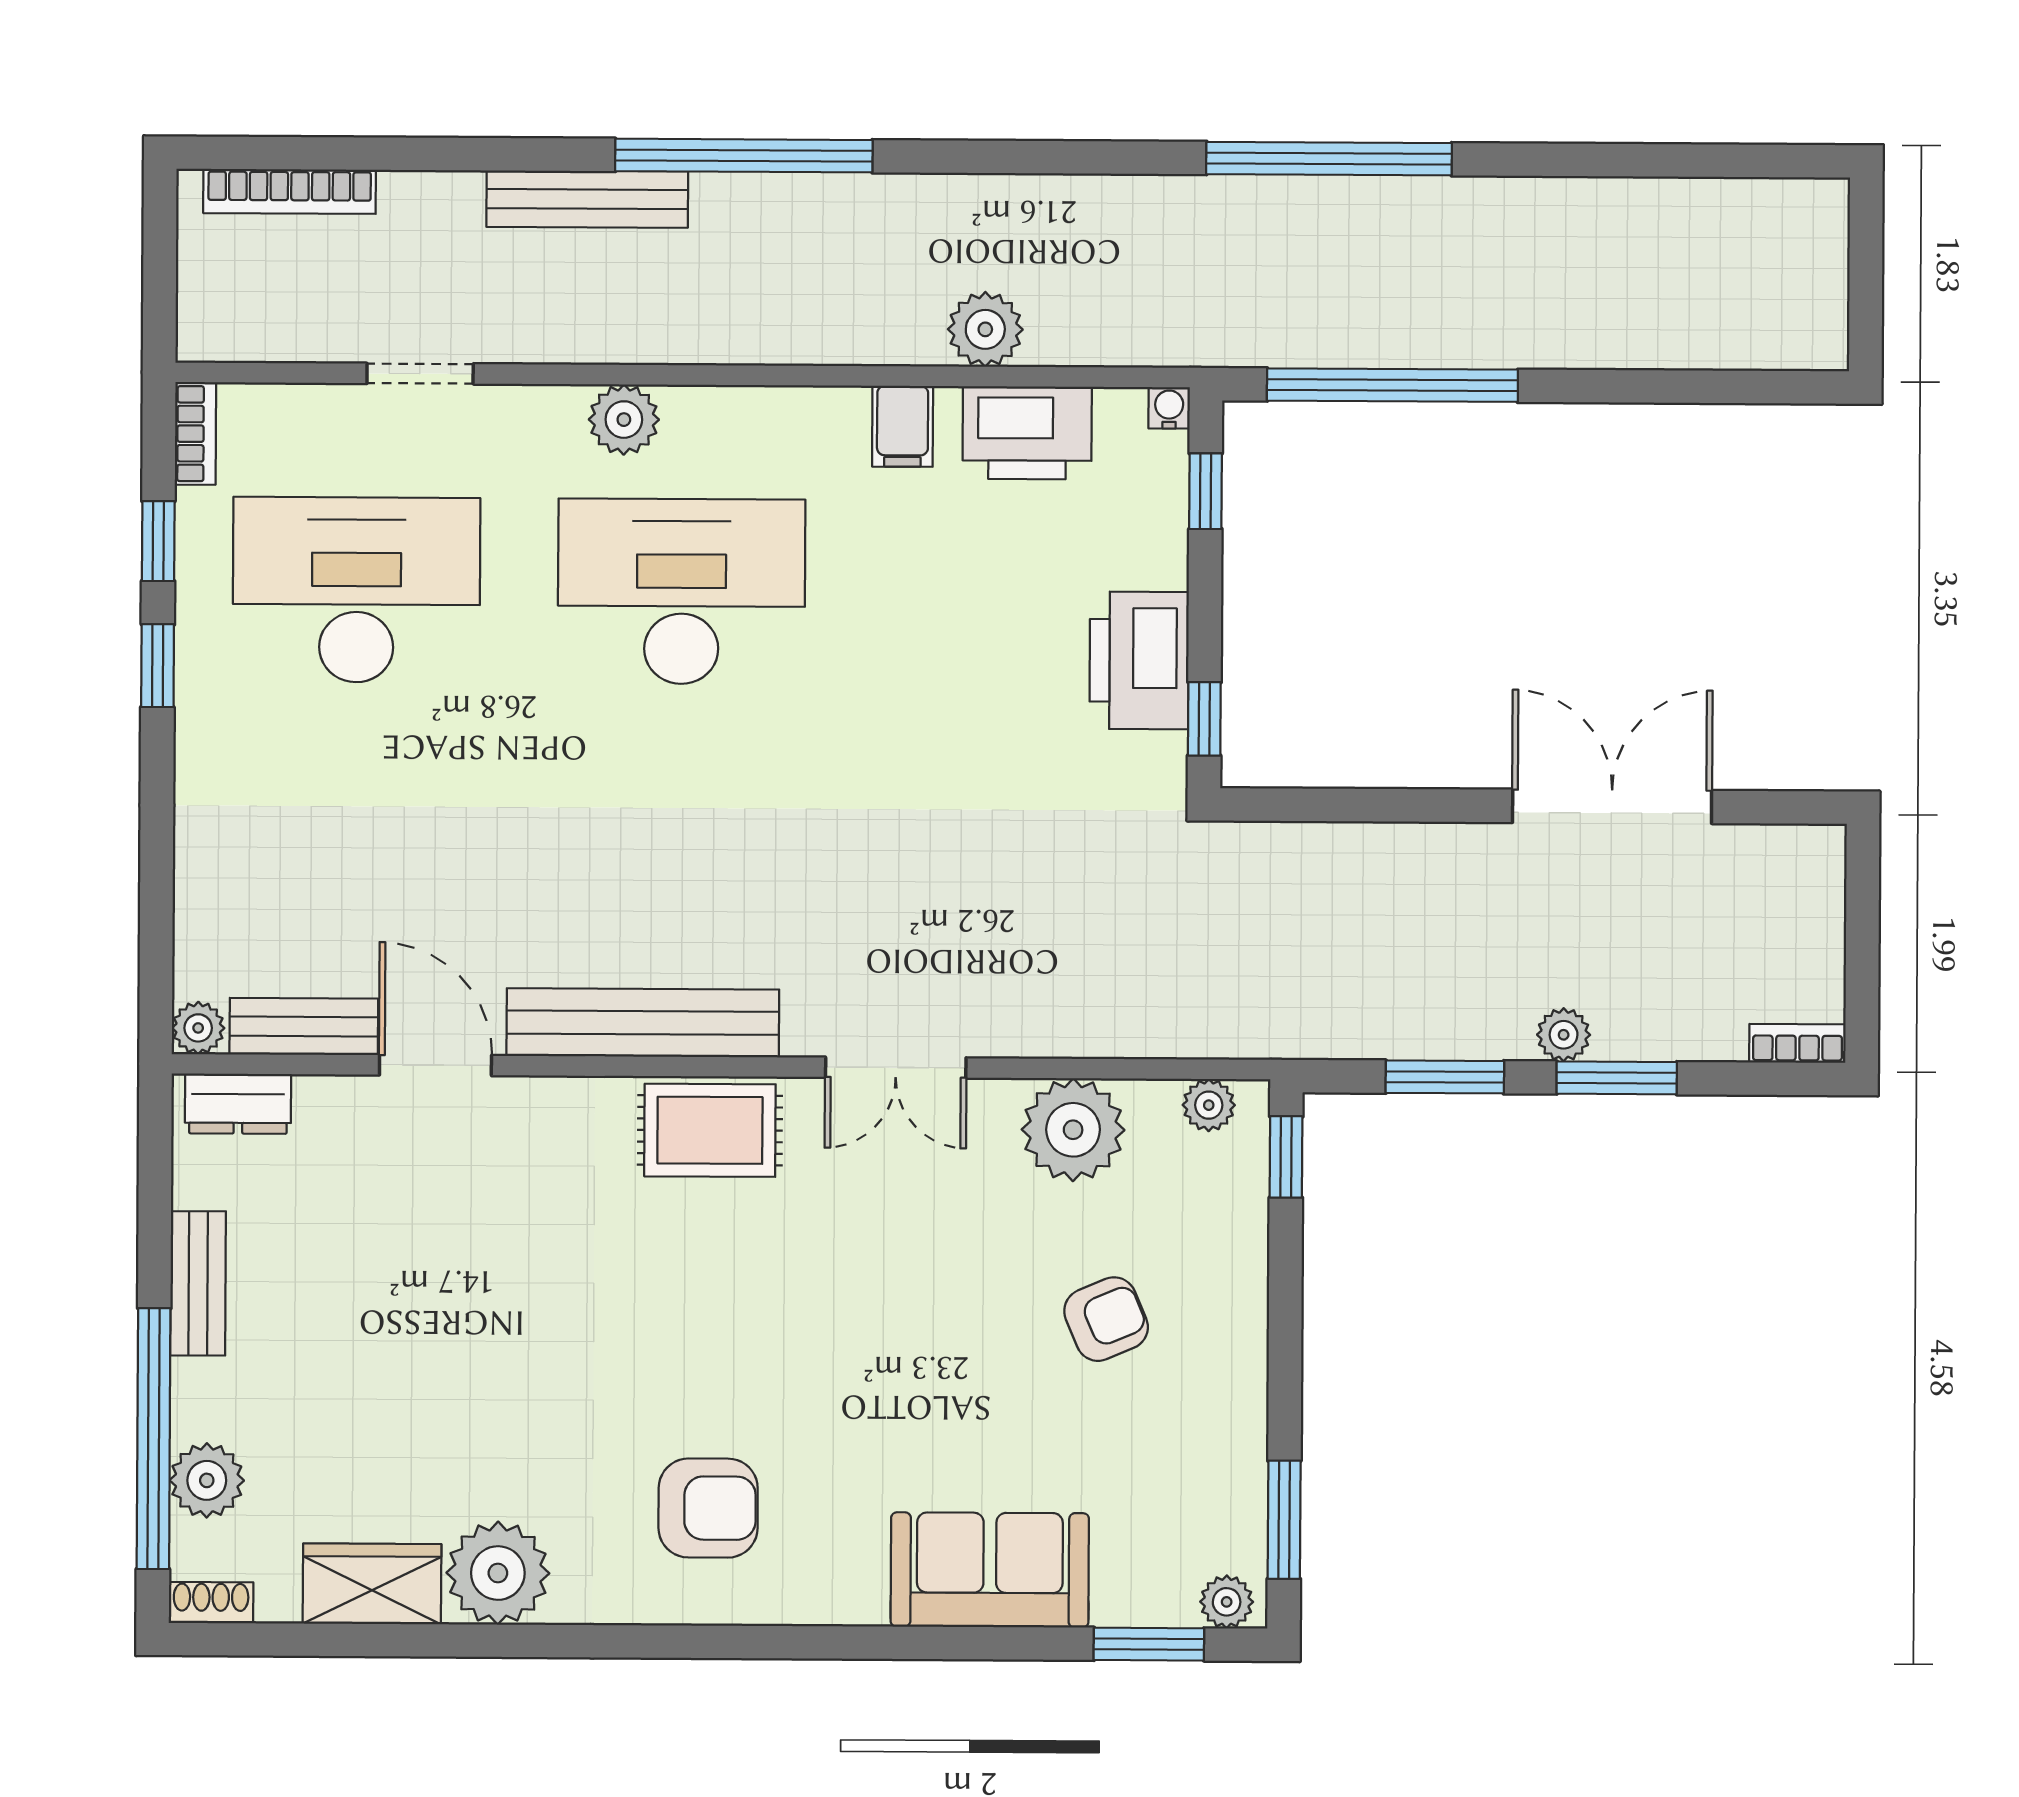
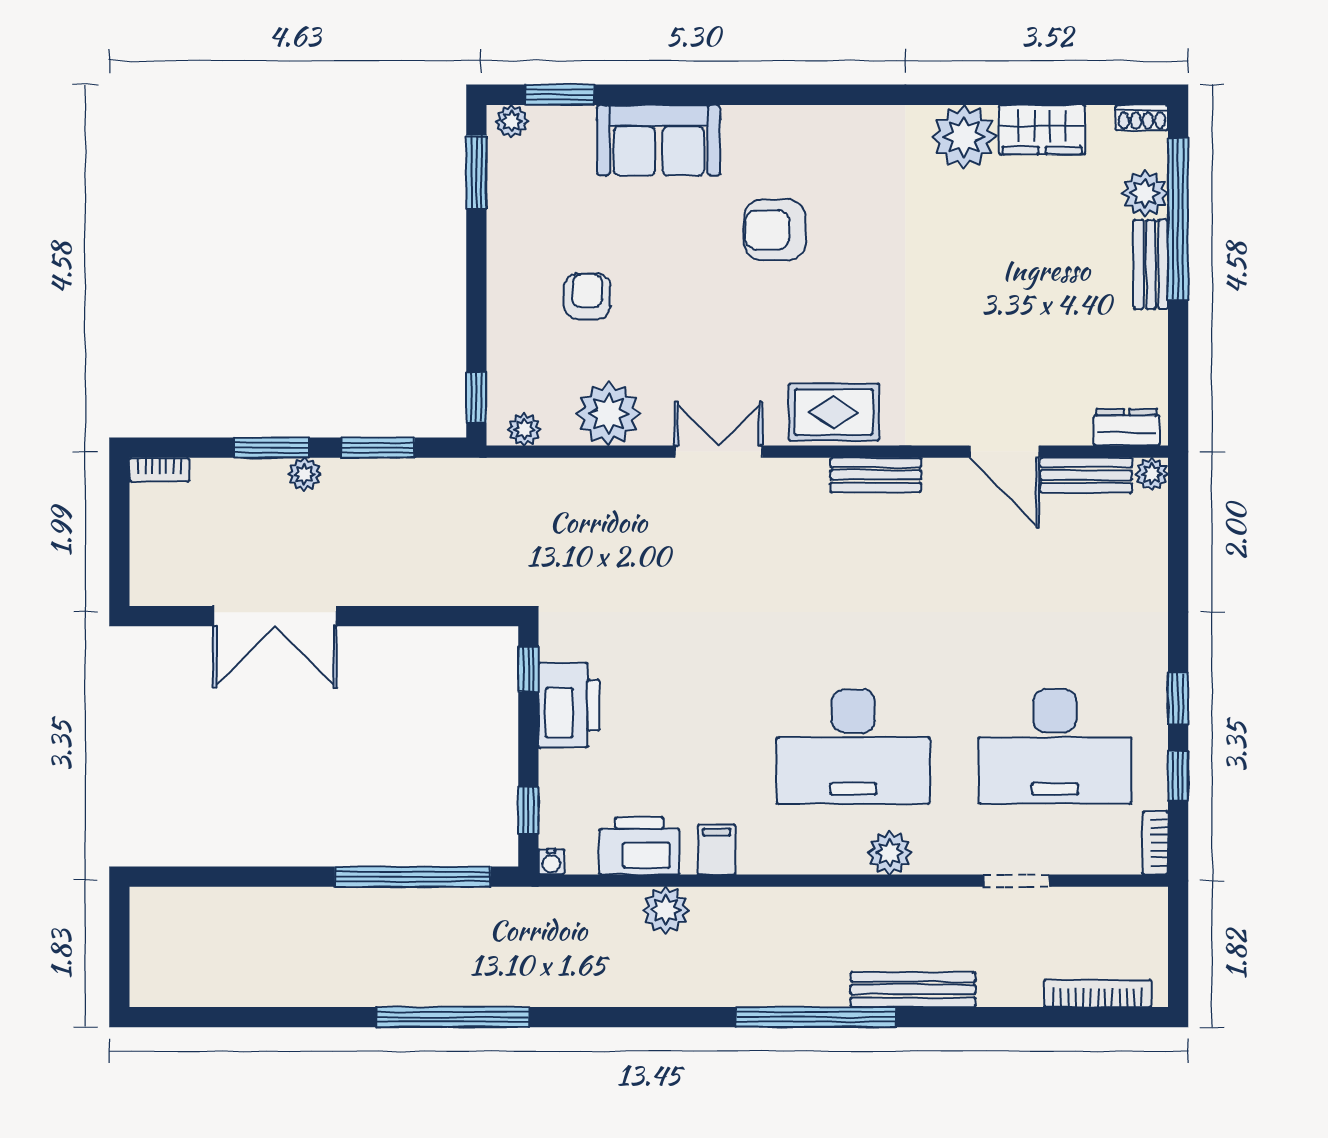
bench: (643, 1023) -> (876, 475), width x0.54, depth x0.82
bench: (198, 1283) -> (1151, 264), moved
armchair: (1106, 1319) -> (587, 296), turned 113
armchair: (708, 1508) -> (775, 230), moved

